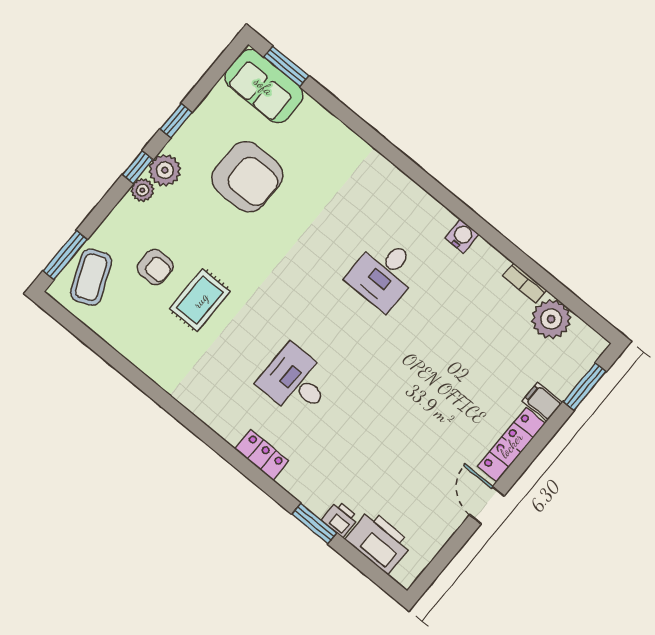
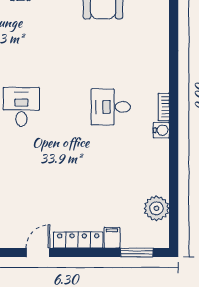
bookcase: (525, 283) -> (164, 107), moved
rug: (200, 300) -> (22, 26), removed

